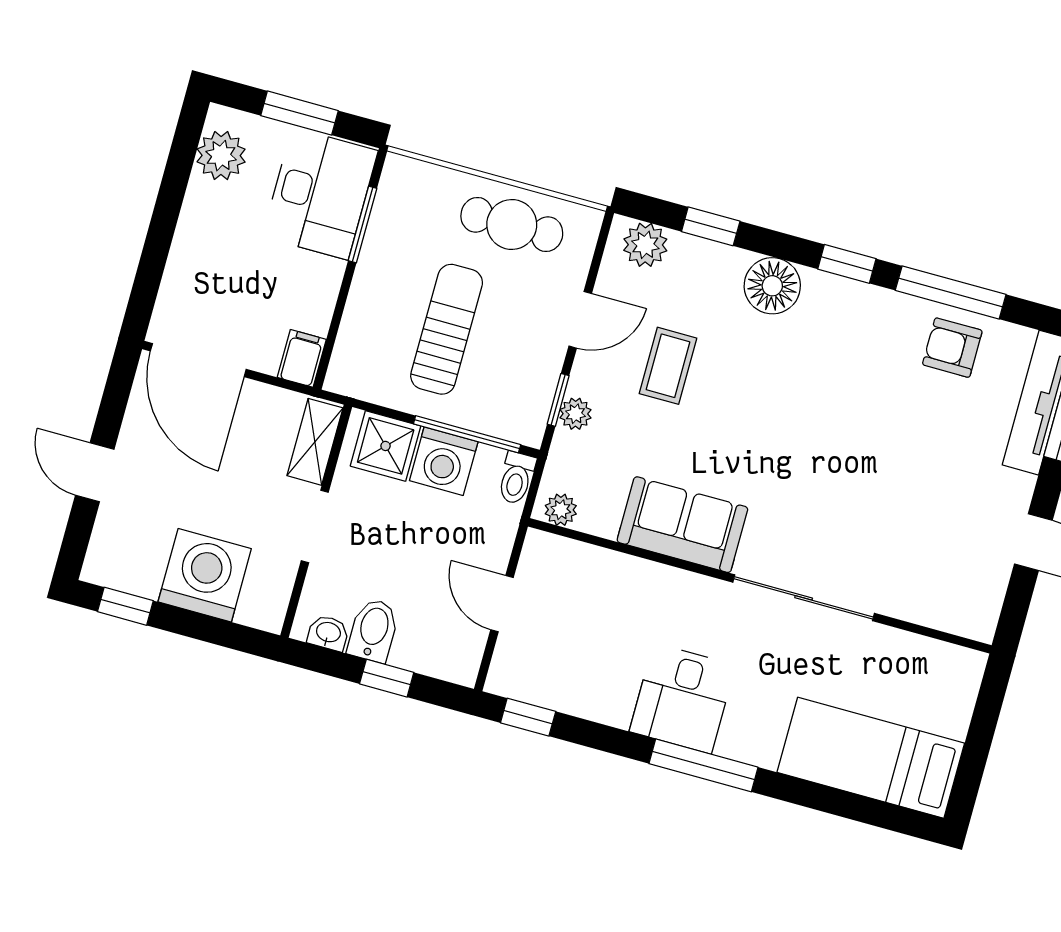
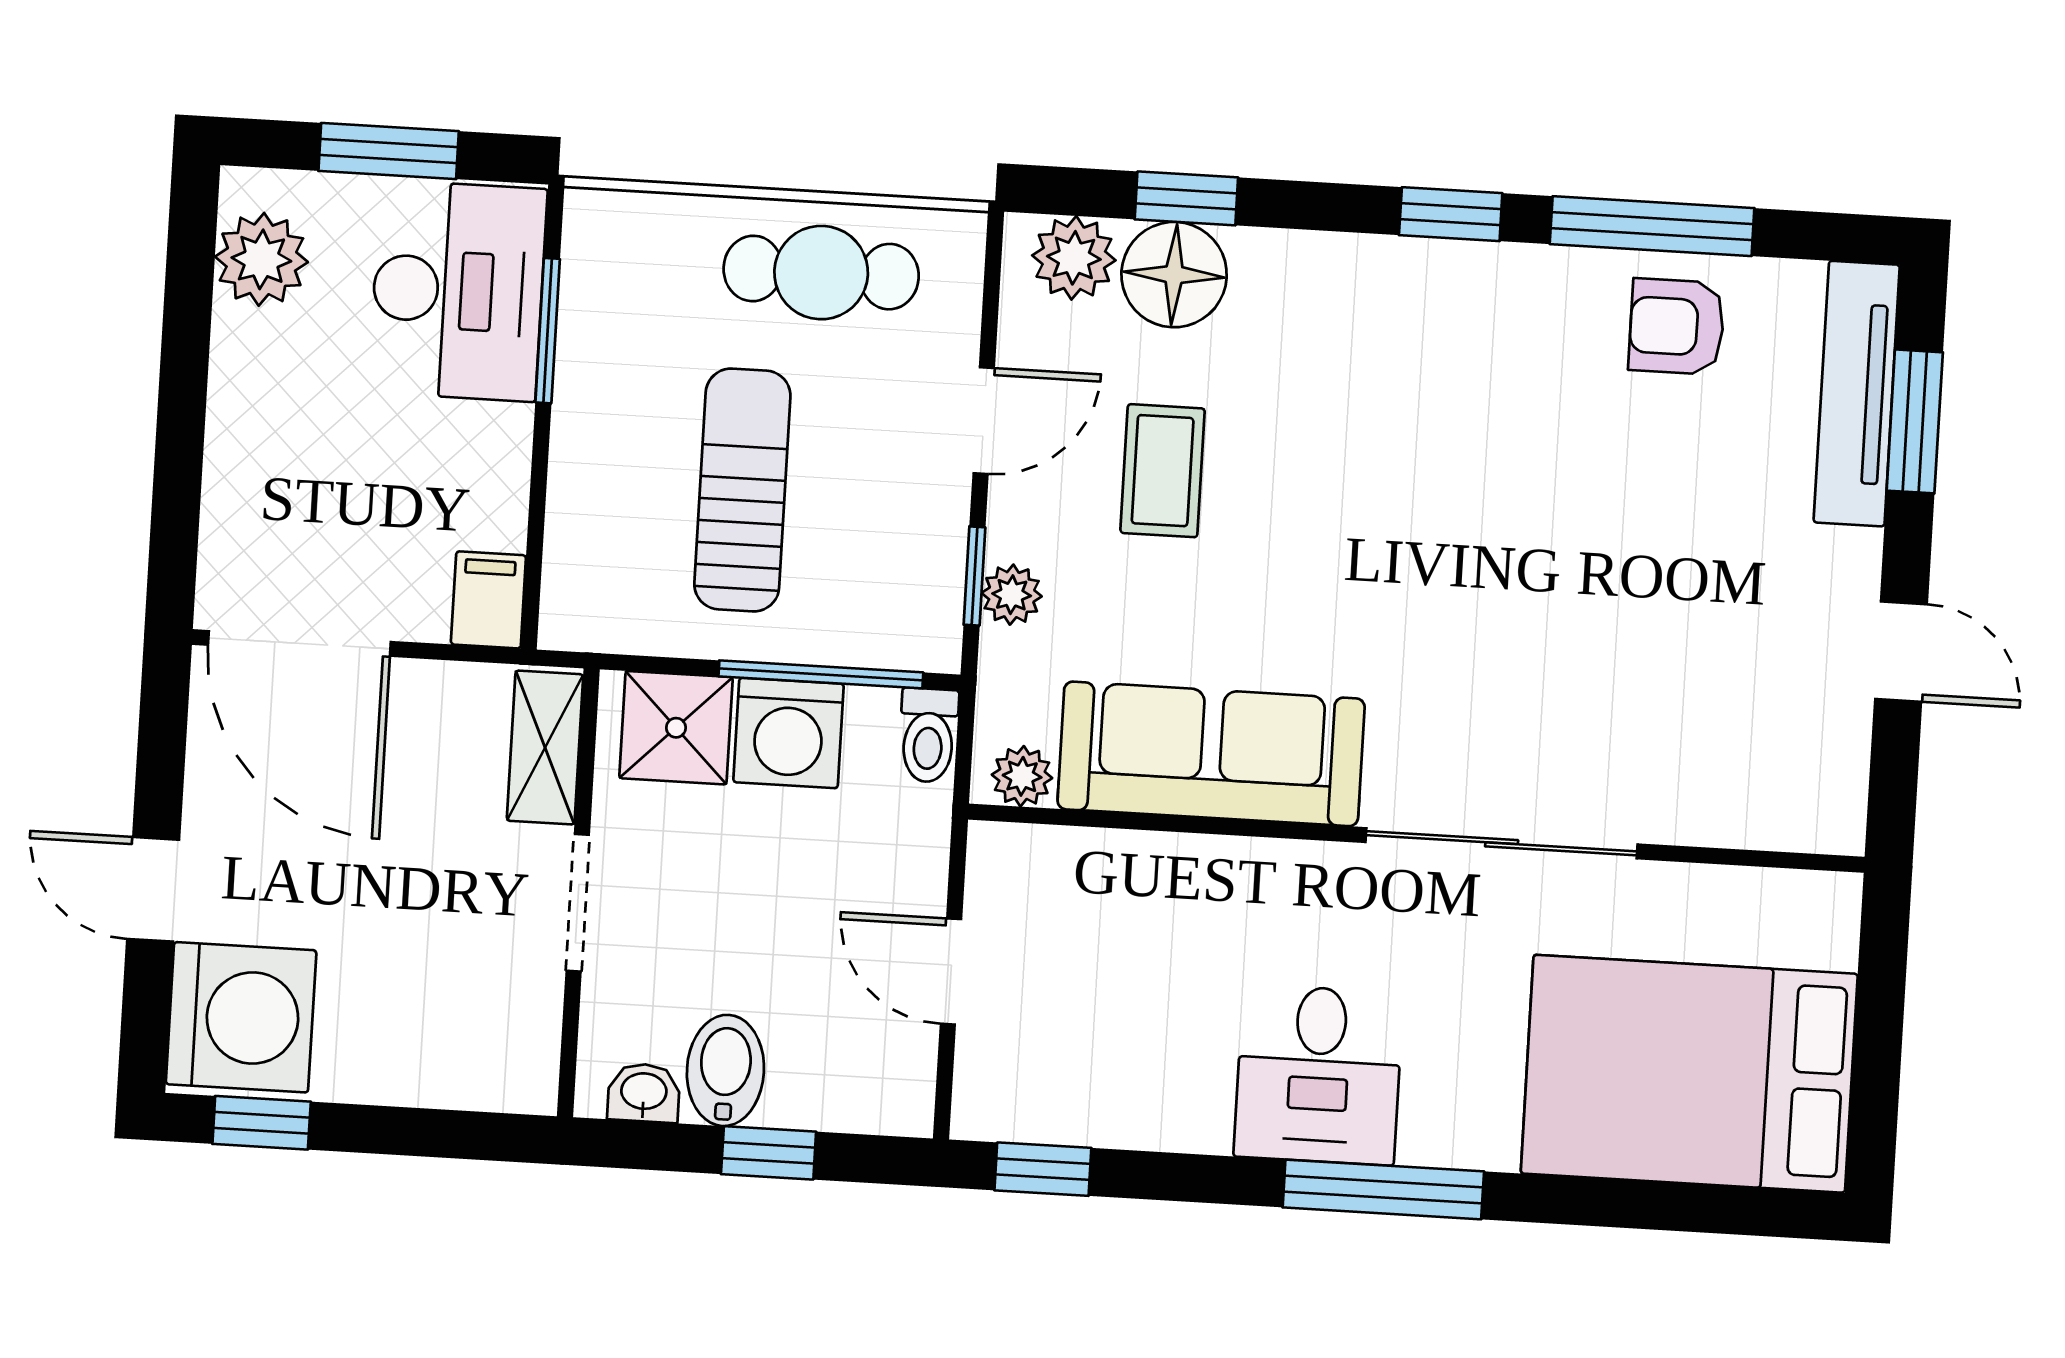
floor lamp: (772, 286) -> (1174, 275), moved
sofa: (682, 525) -> (1211, 754), width x1.36
washing machine: (205, 575) -> (241, 1017), moved, turned 90
bed: (871, 758) -> (1689, 1074), width x1.50

